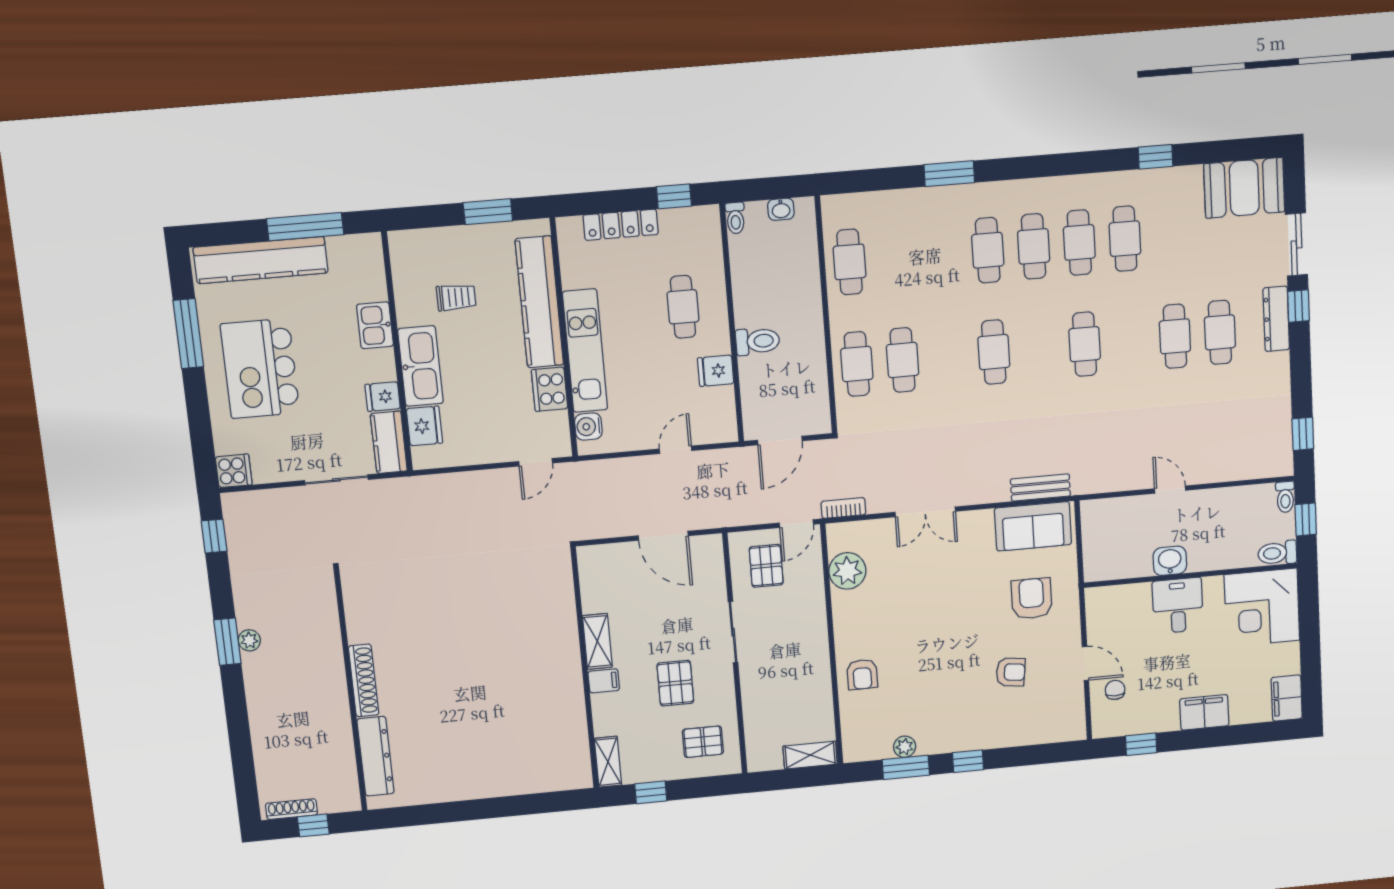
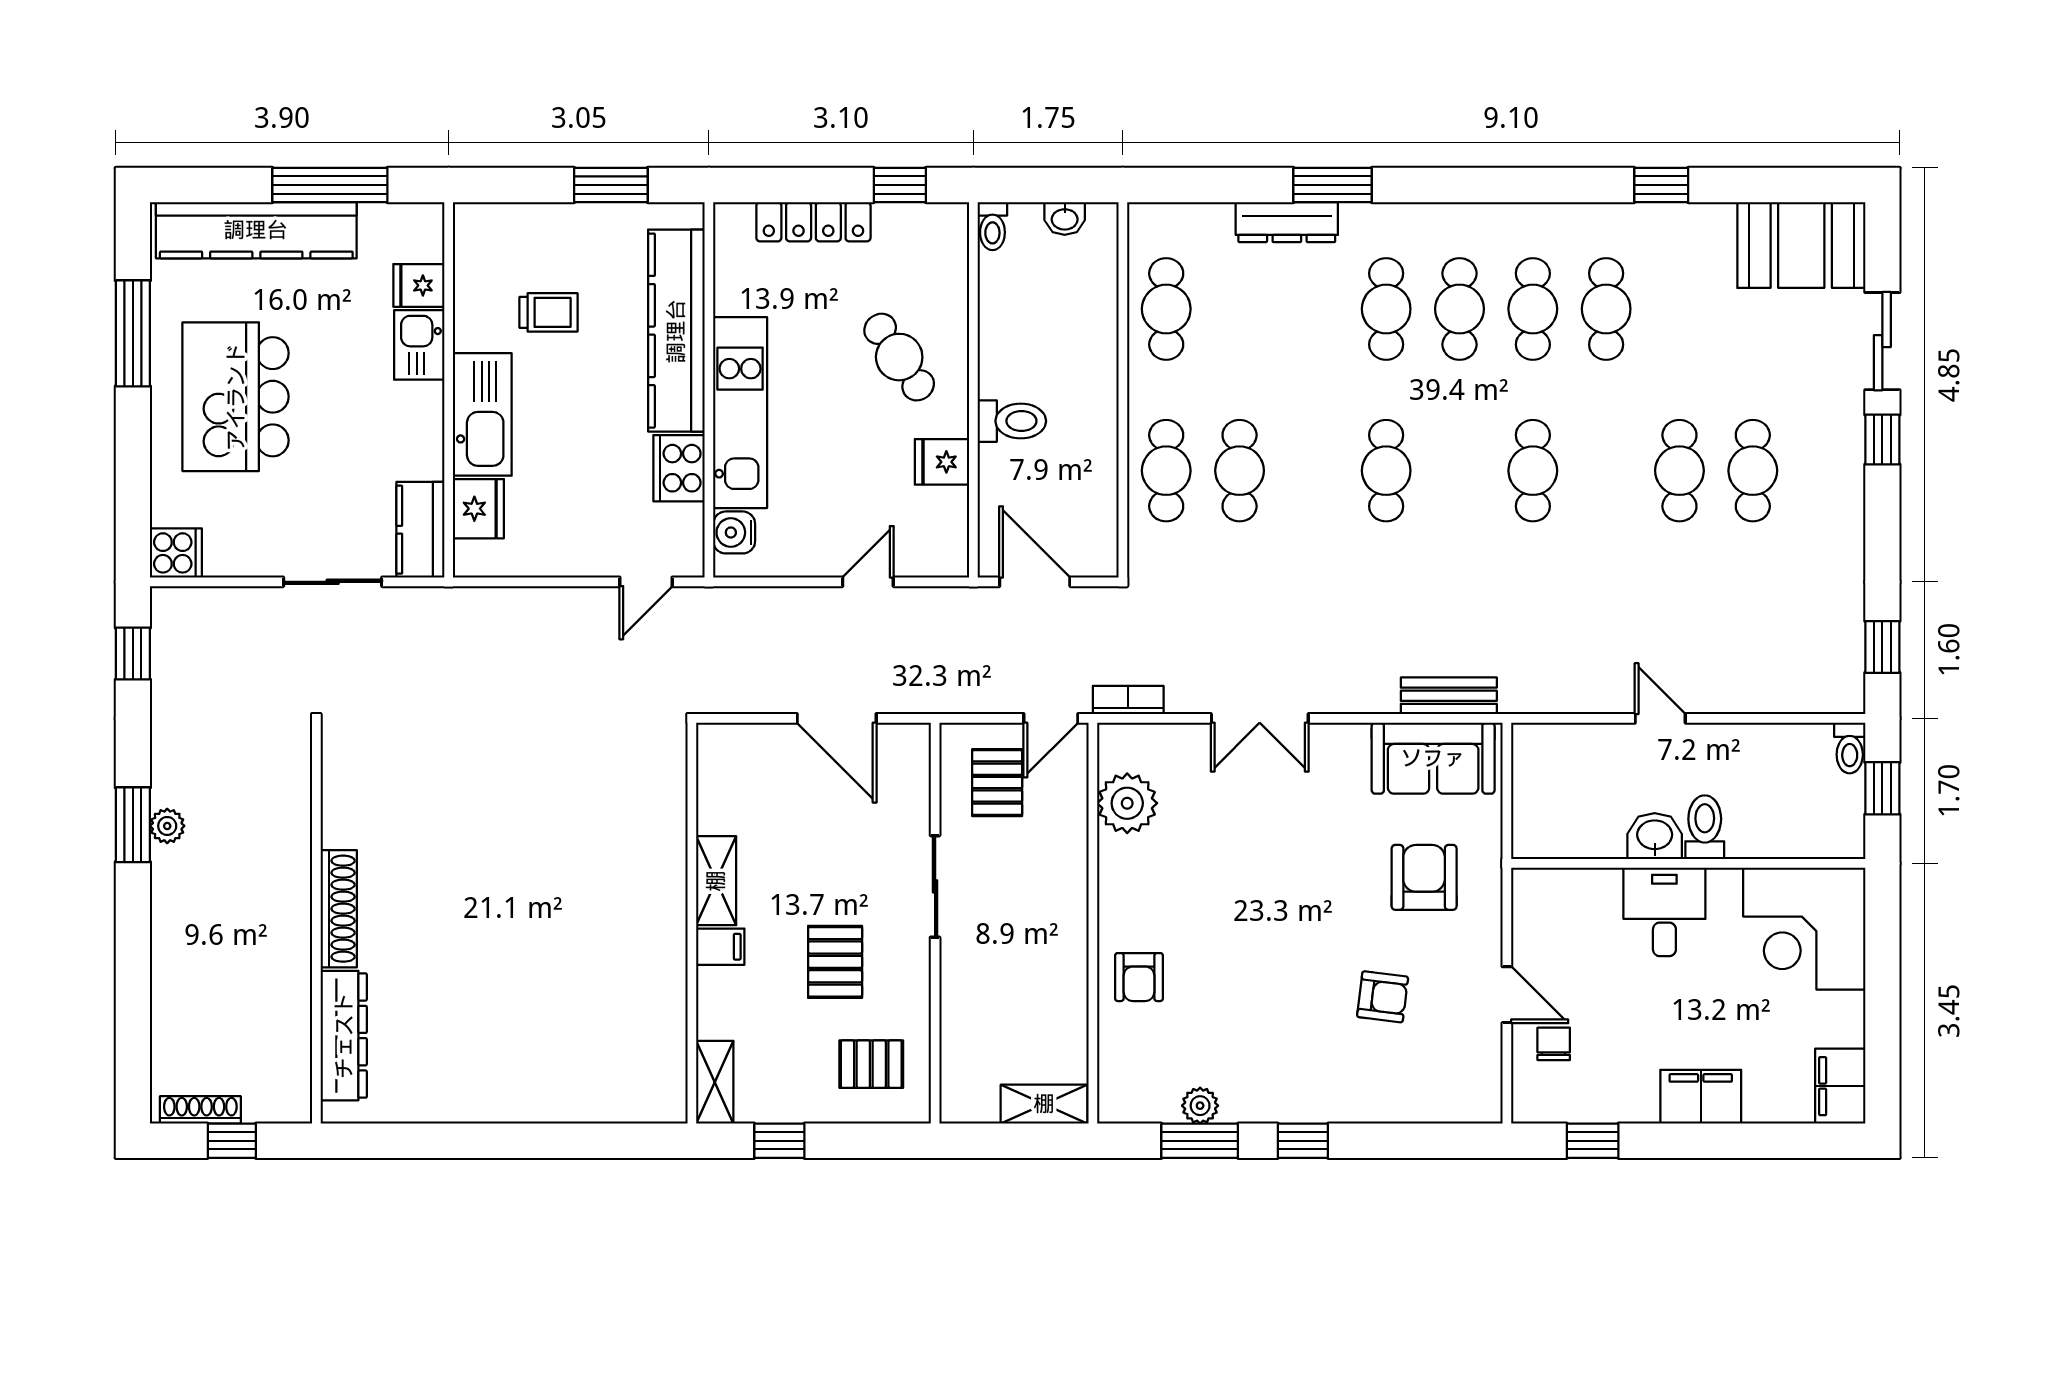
cafe table: (683, 307) -> (899, 357), turned -34
dresser: (1276, 319) -> (1287, 222), moved, turned -90
fridge: (383, 397) -> (419, 285), moved
door: (780, 440) -> (1035, 582), swing flipped
toilet: (1277, 553) -> (1705, 827), moved, turned 90

